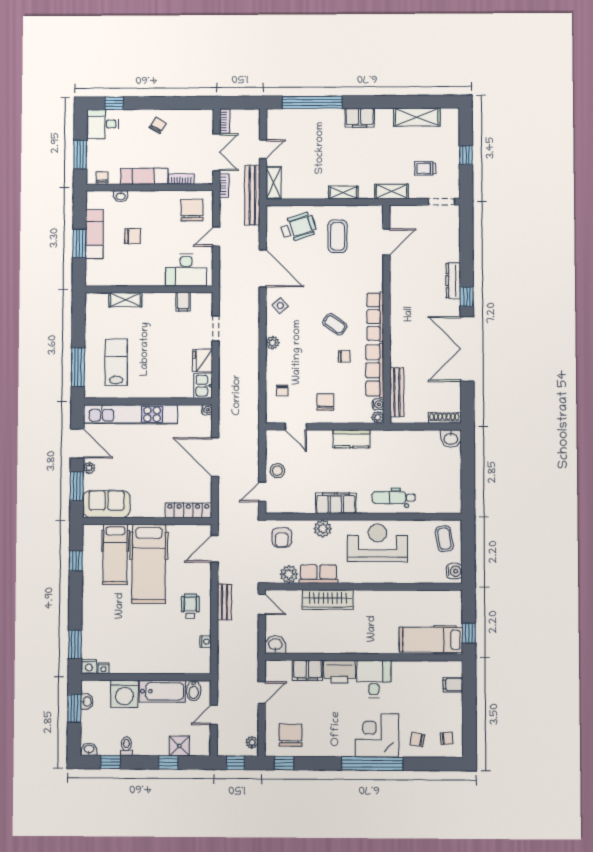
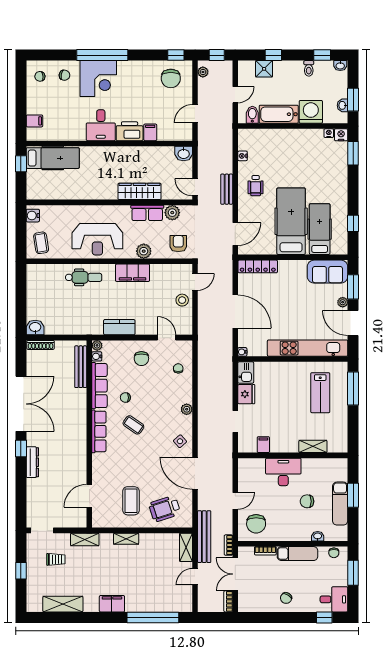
desk: (186, 270) -> (283, 472), moved
filing cabinet: (307, 670) -> (150, 132), width x0.50

